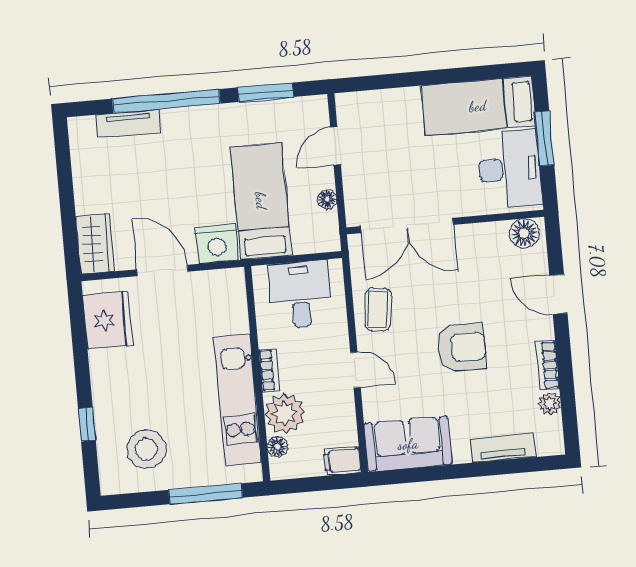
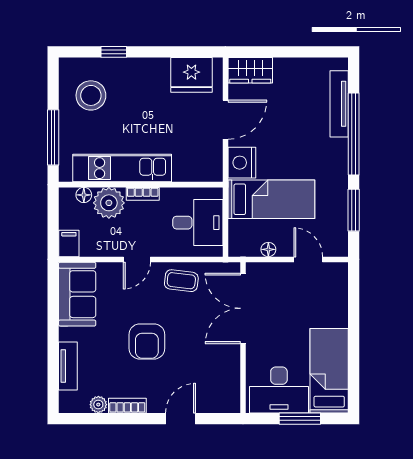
tv unit: (128, 124) -> (339, 104), width x1.41
floor lamp: (524, 233) -> (229, 397), removed

